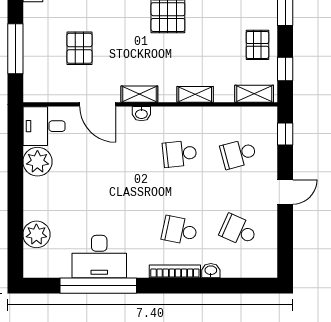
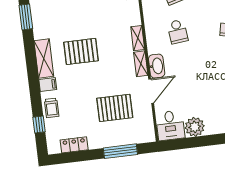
pallet: (80, 48) -> (115, 108), width x1.50, depth x1.42
shelving: (195, 94) -> (138, 38), moved
washbasin: (141, 114) -> (157, 66), width x1.91, depth x1.45

